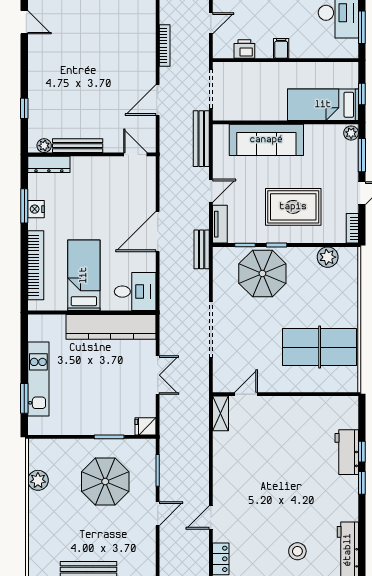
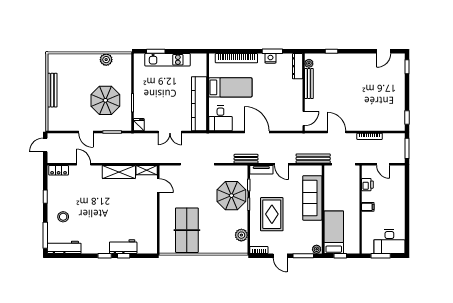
shelving: (223, 459) -> (119, 172), added

